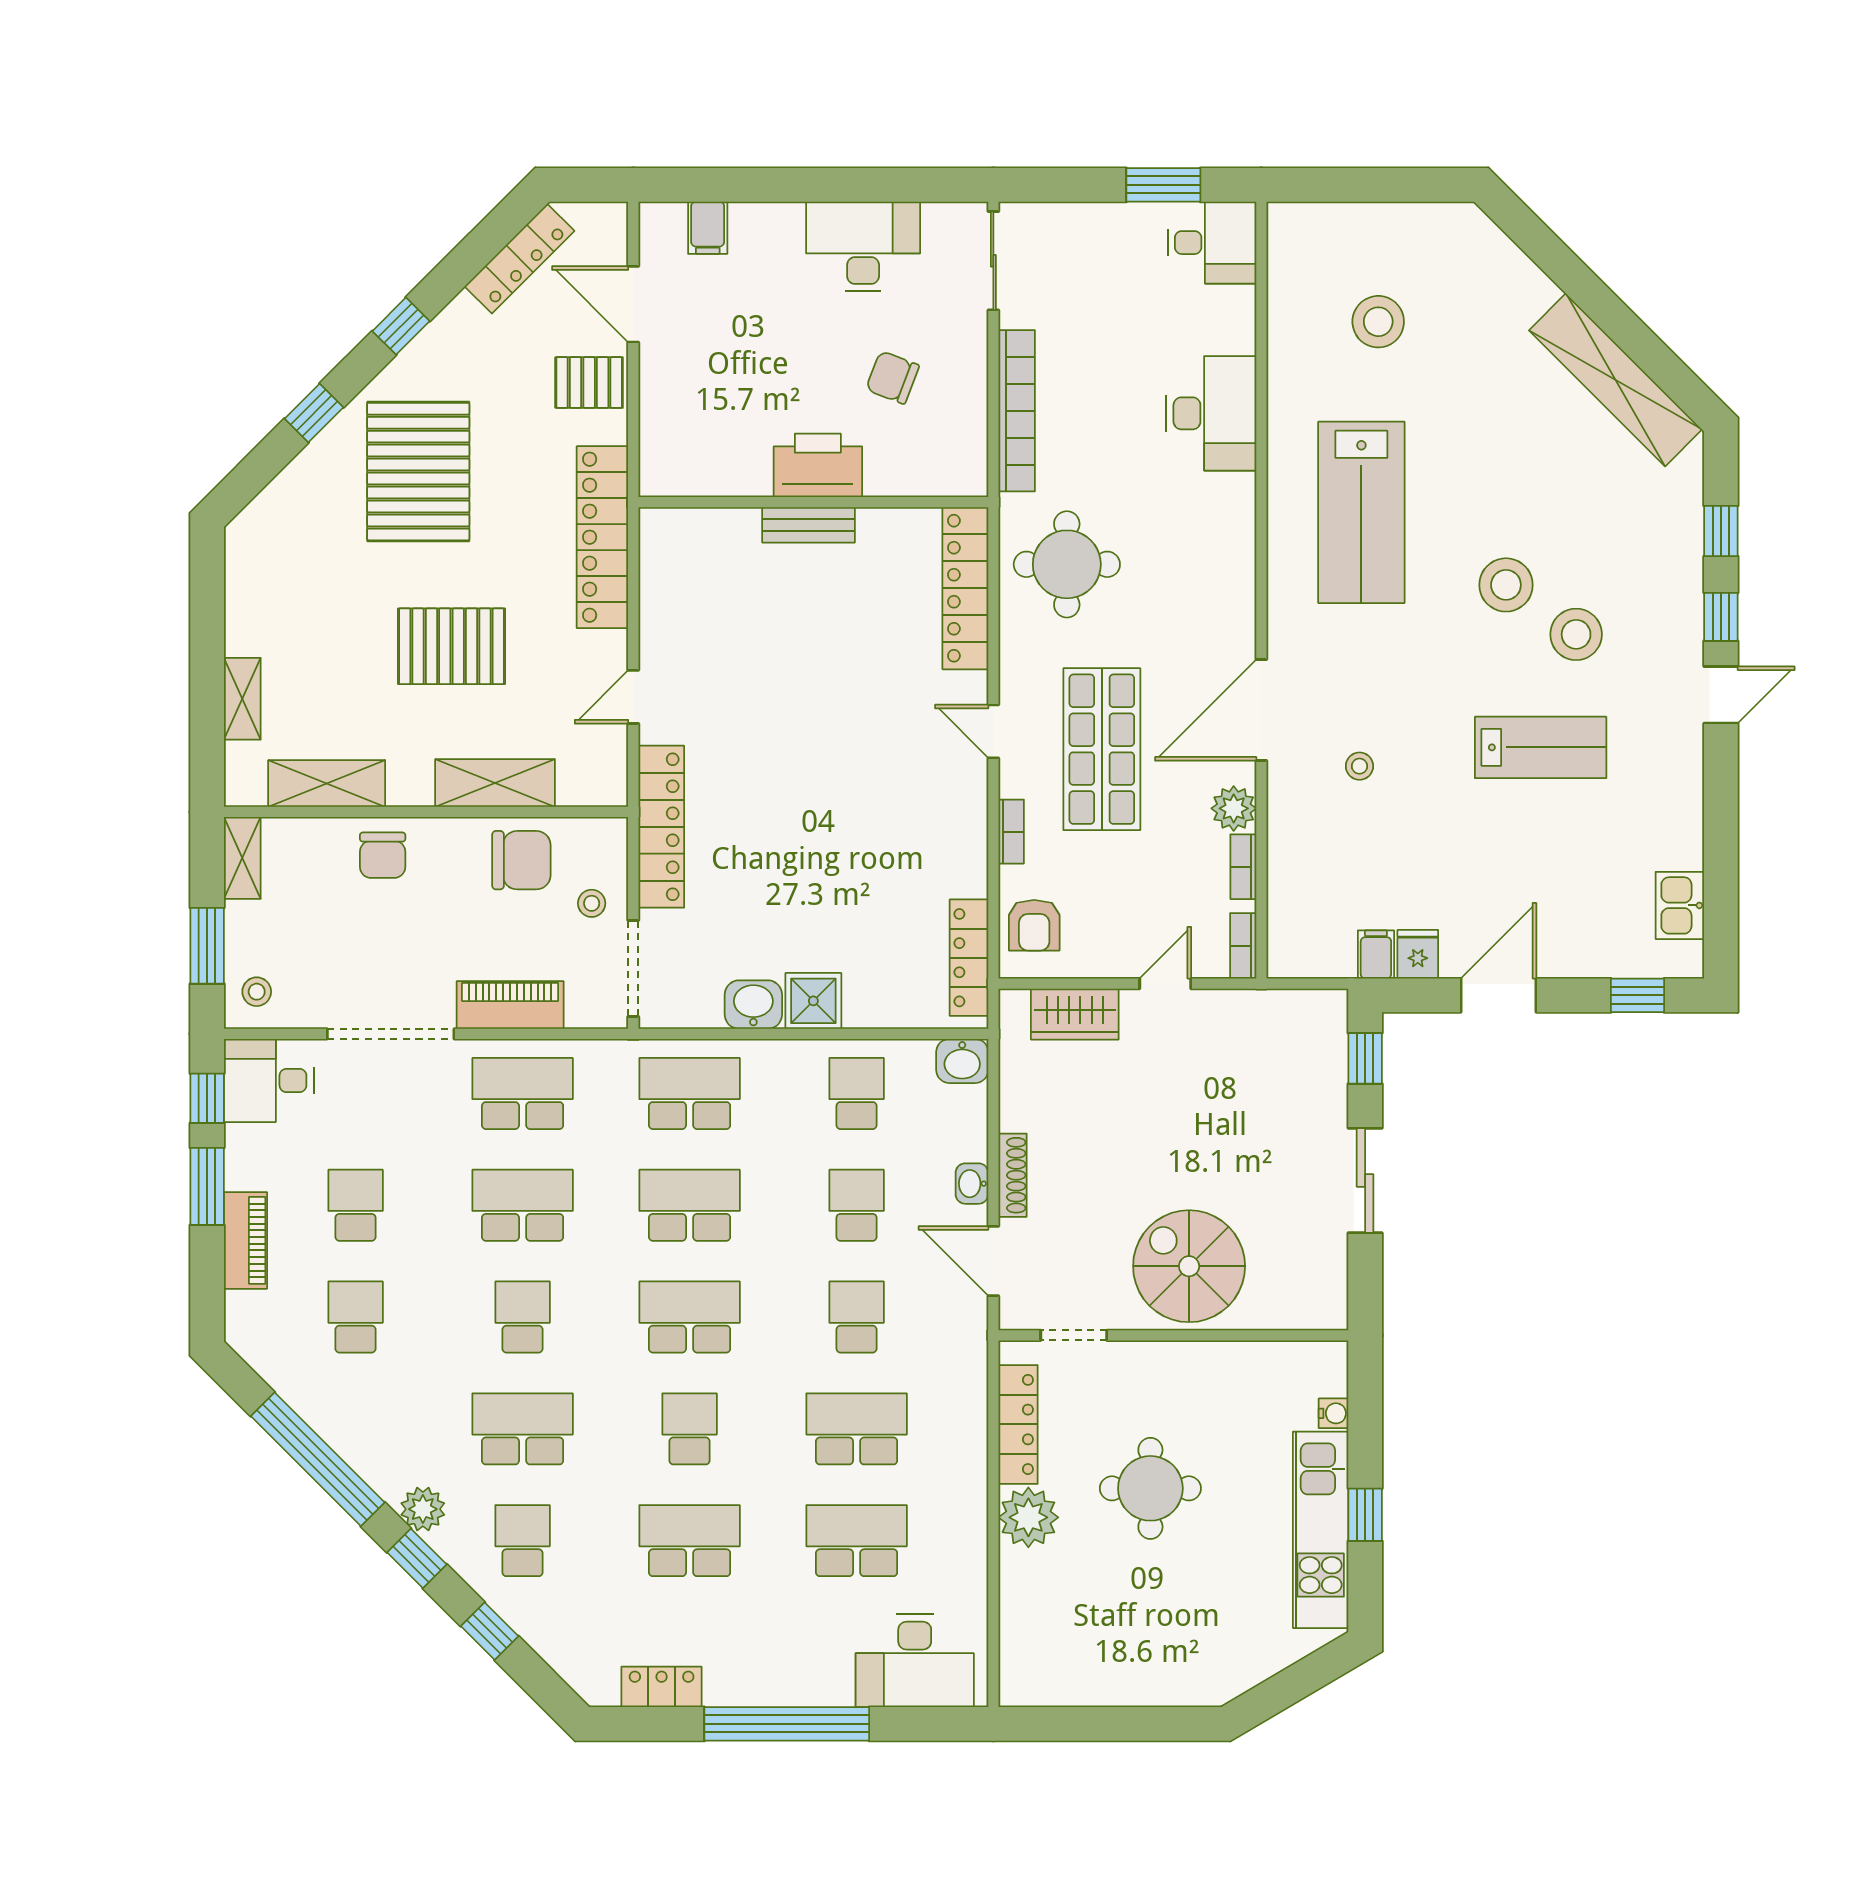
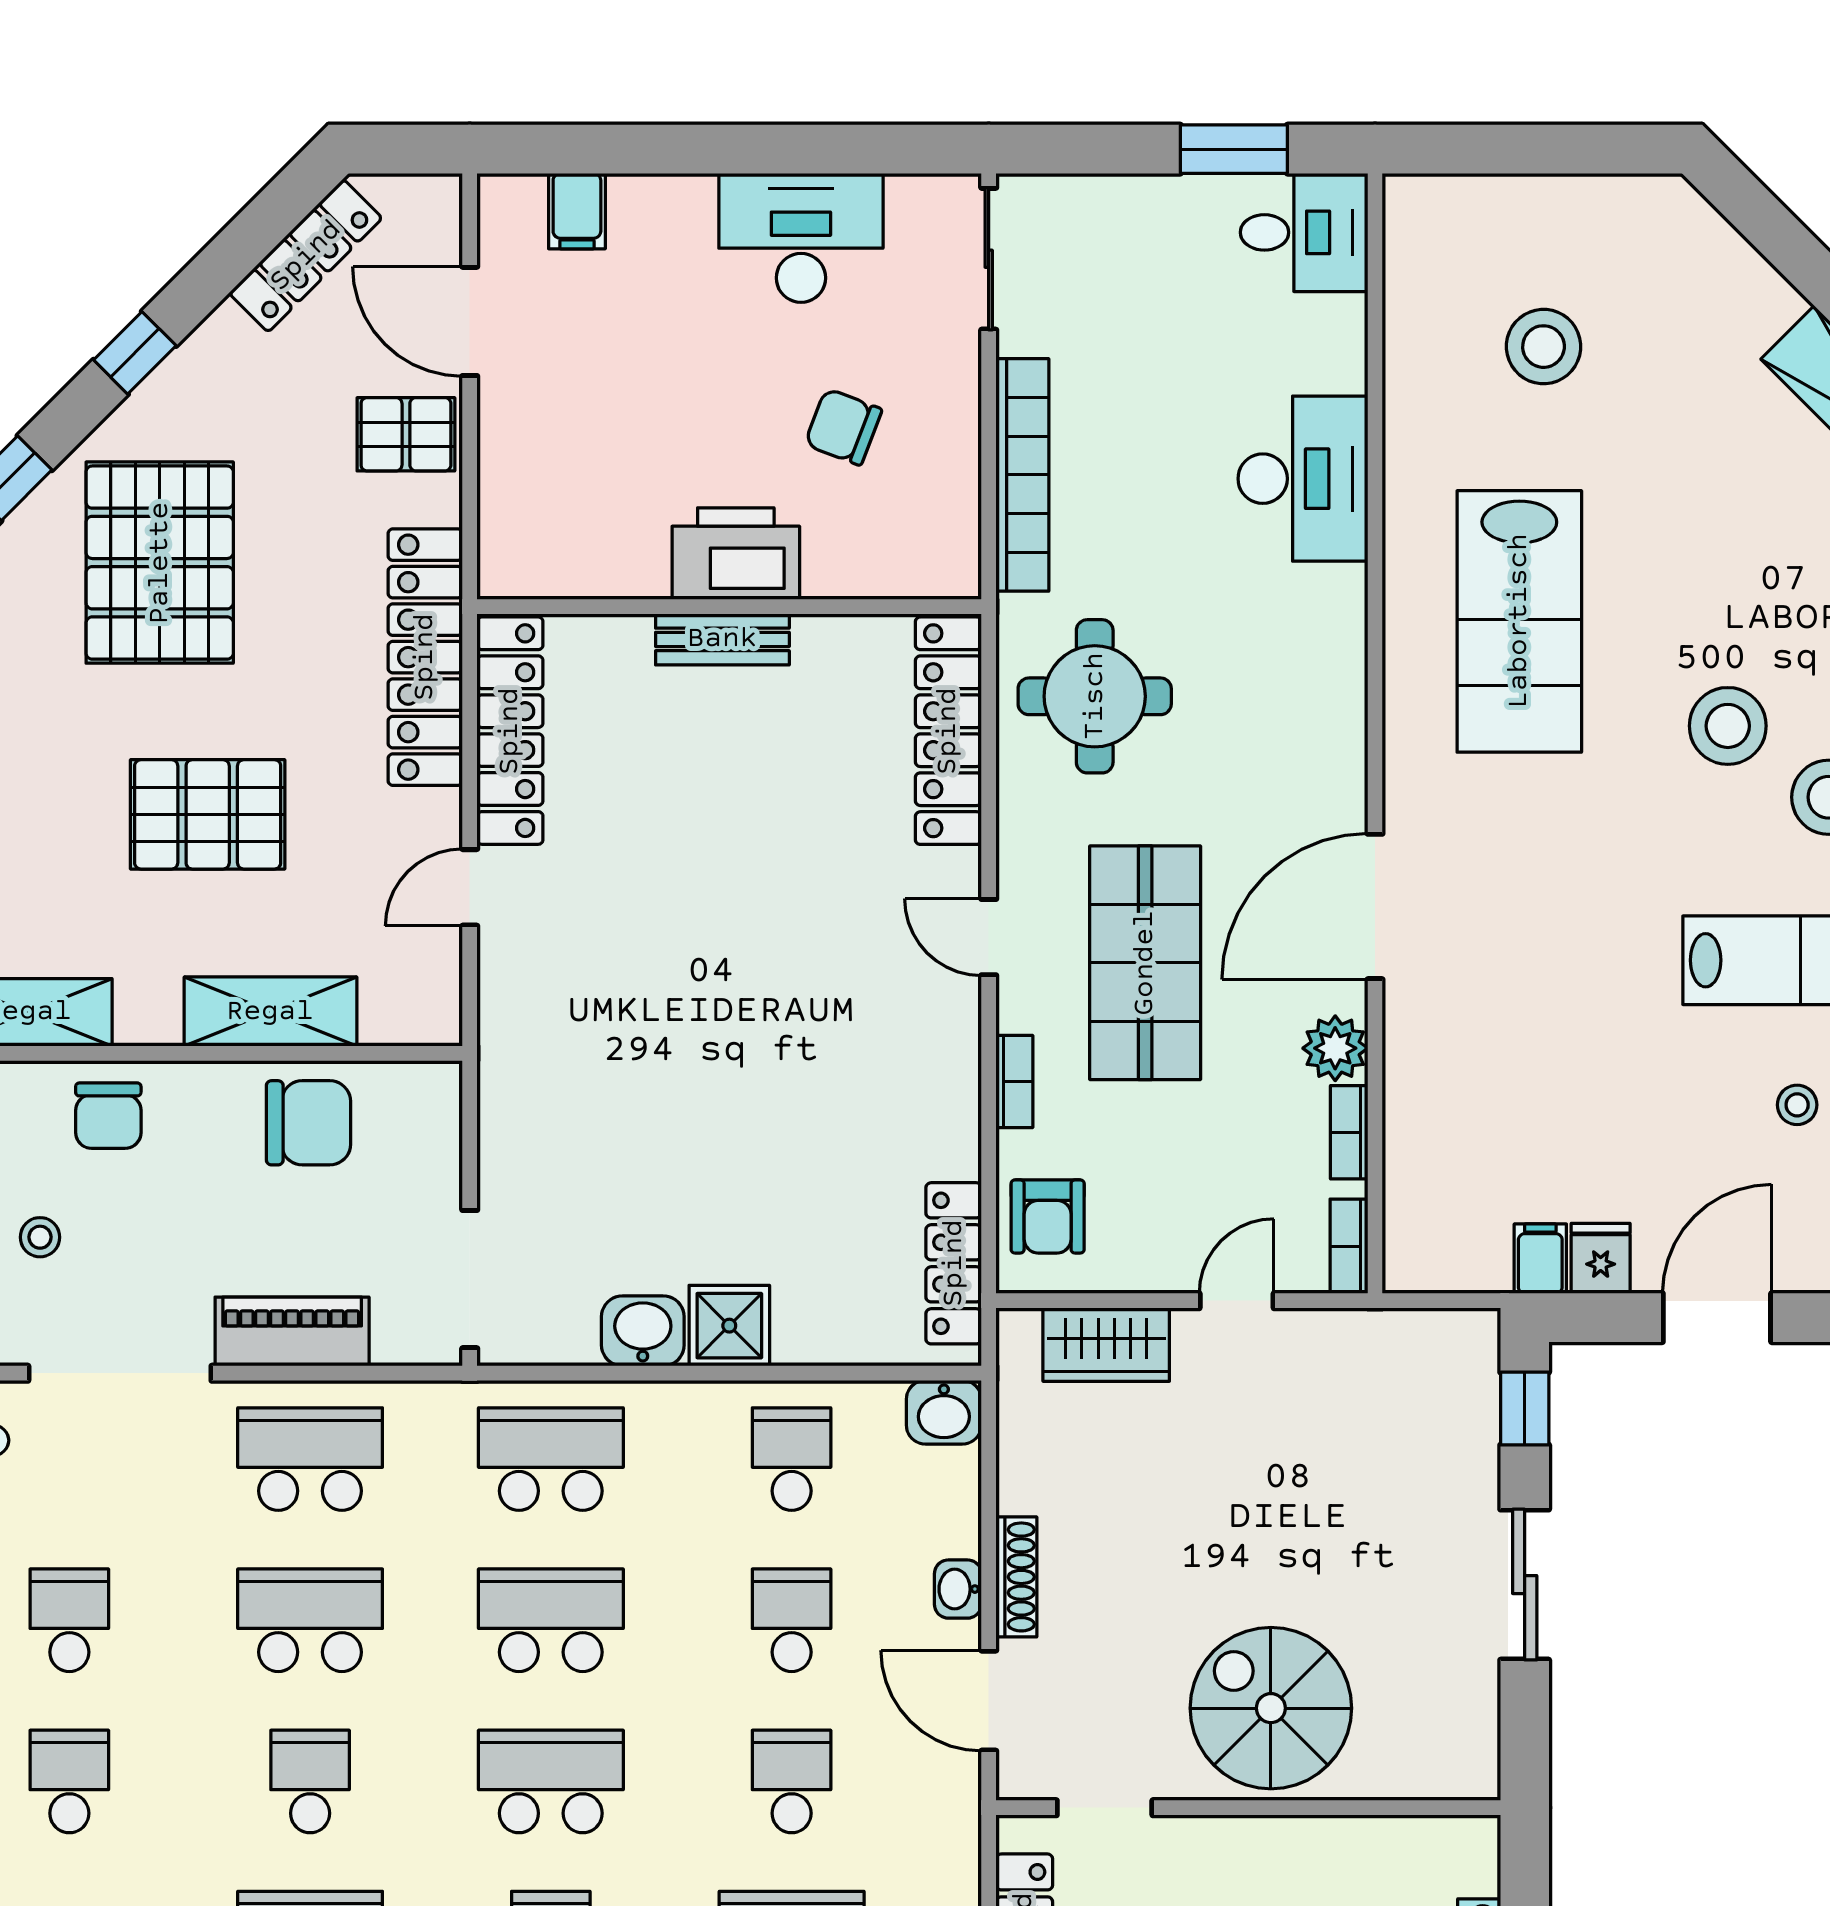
stool: (1359, 766) -> (1797, 1105), moved
locker: (661, 827) -> (510, 731), moved
stool: (592, 903) -> (40, 1237), moved

